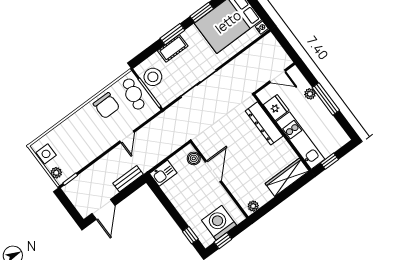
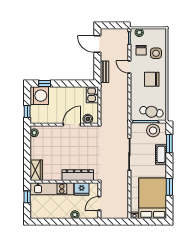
window: (172, 34) -> (169, 144), moved
window: (326, 99) -> (65, 222), removed
chair: (106, 106) -> (152, 79), moved
door: (127, 137) -> (129, 67), moved
side table: (46, 154) -> (156, 53), moved
chair: (74, 156) -> (141, 50), added
door: (213, 171) -> (72, 125), swing flipped
wardrobe: (287, 177) -> (36, 170), width x0.67
washing machine: (219, 223) -> (39, 96), moved
window: (223, 241) -> (27, 111), moved

